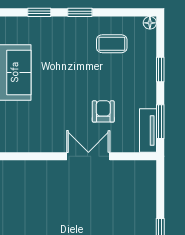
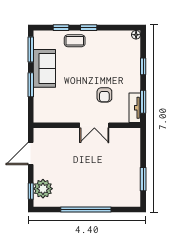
coffee table: (112, 44) -> (75, 41), moved
armchair: (103, 111) -> (104, 95), turned 180
double door: (88, 156) -> (94, 125), swing flipped

